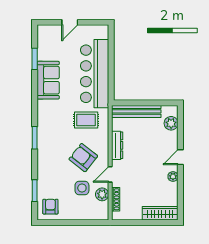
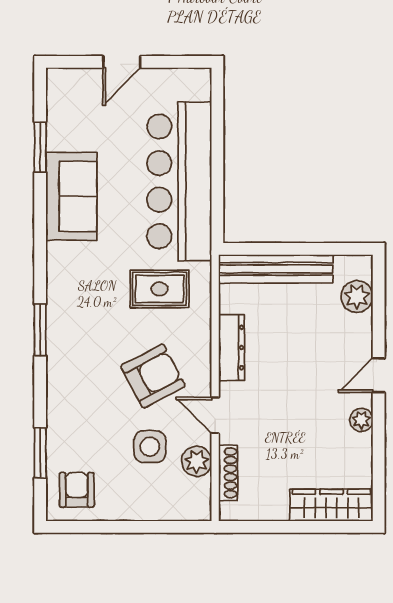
armchair: (83, 158) -> (153, 376), turned 114
door: (110, 174) -> (215, 415), hinge flipped

